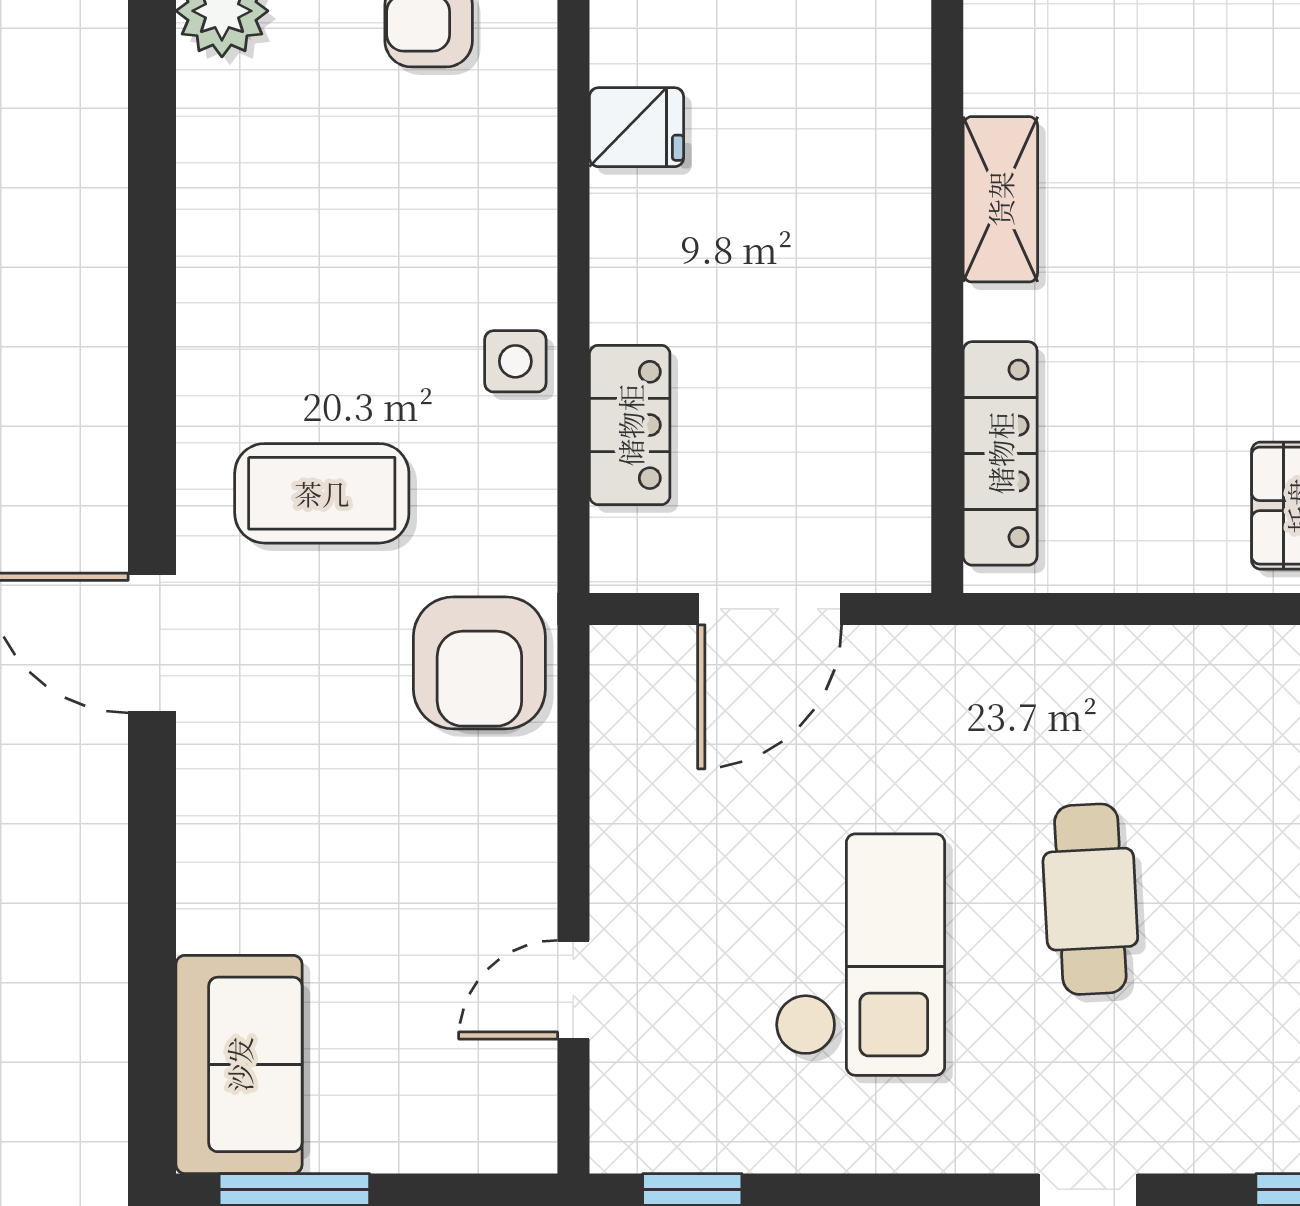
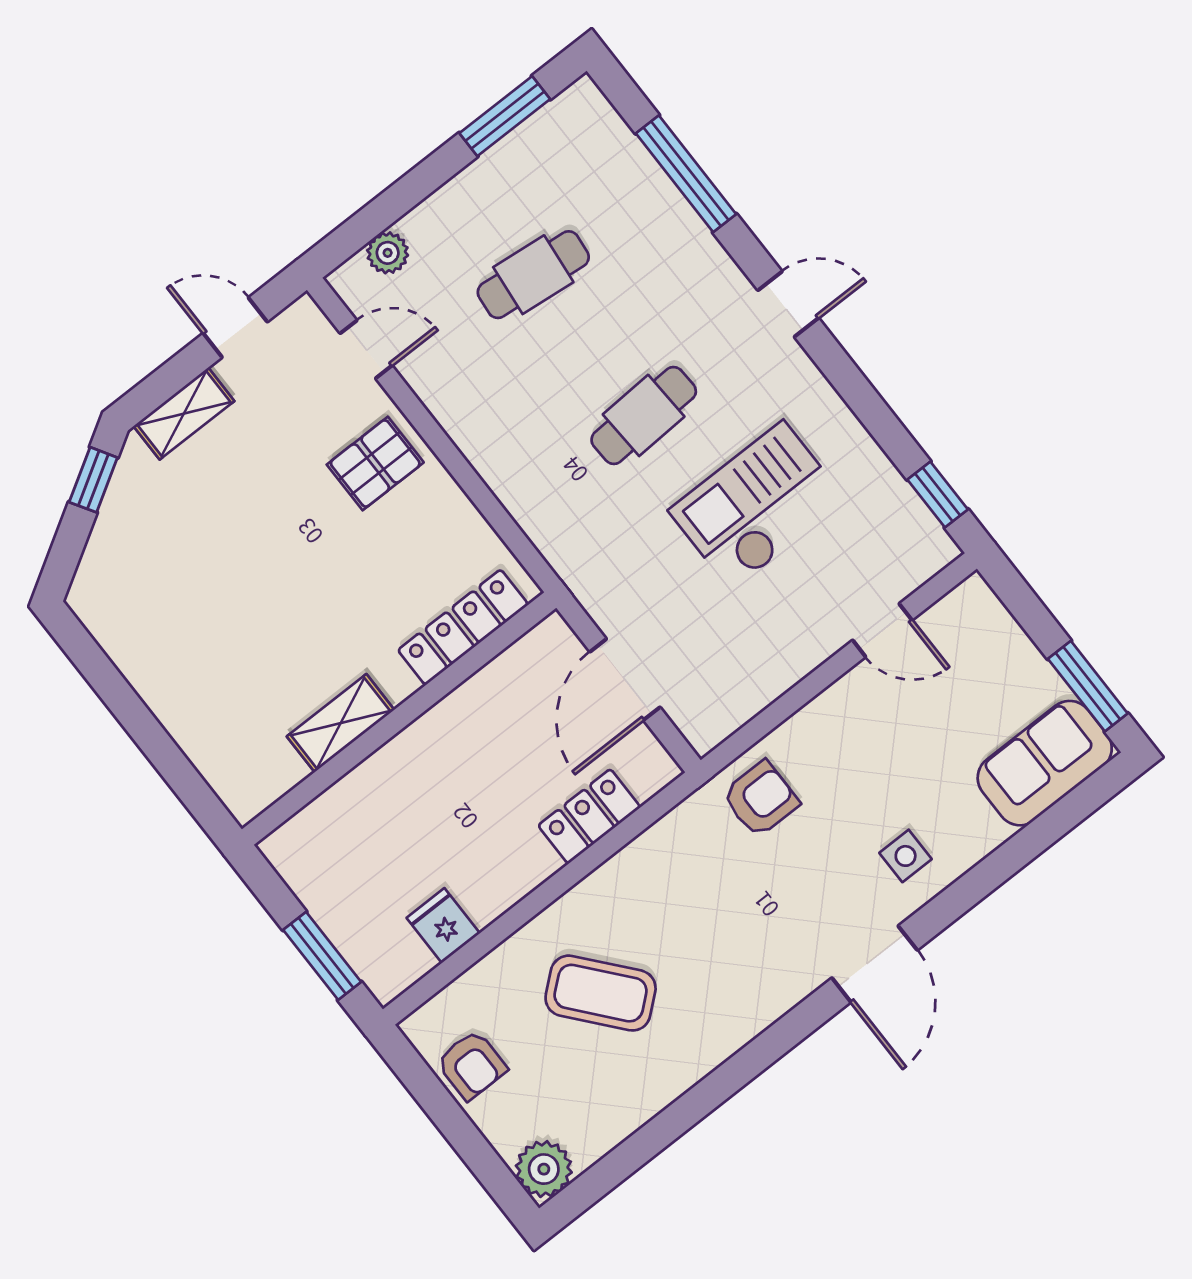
side table: (515, 361) -> (906, 856), moved
coffee table: (322, 493) -> (601, 993), moved, turned -40
door: (770, 609) -> (625, 679), swing flipped
armchair: (479, 663) -> (761, 799), width x0.72, depth x0.72

